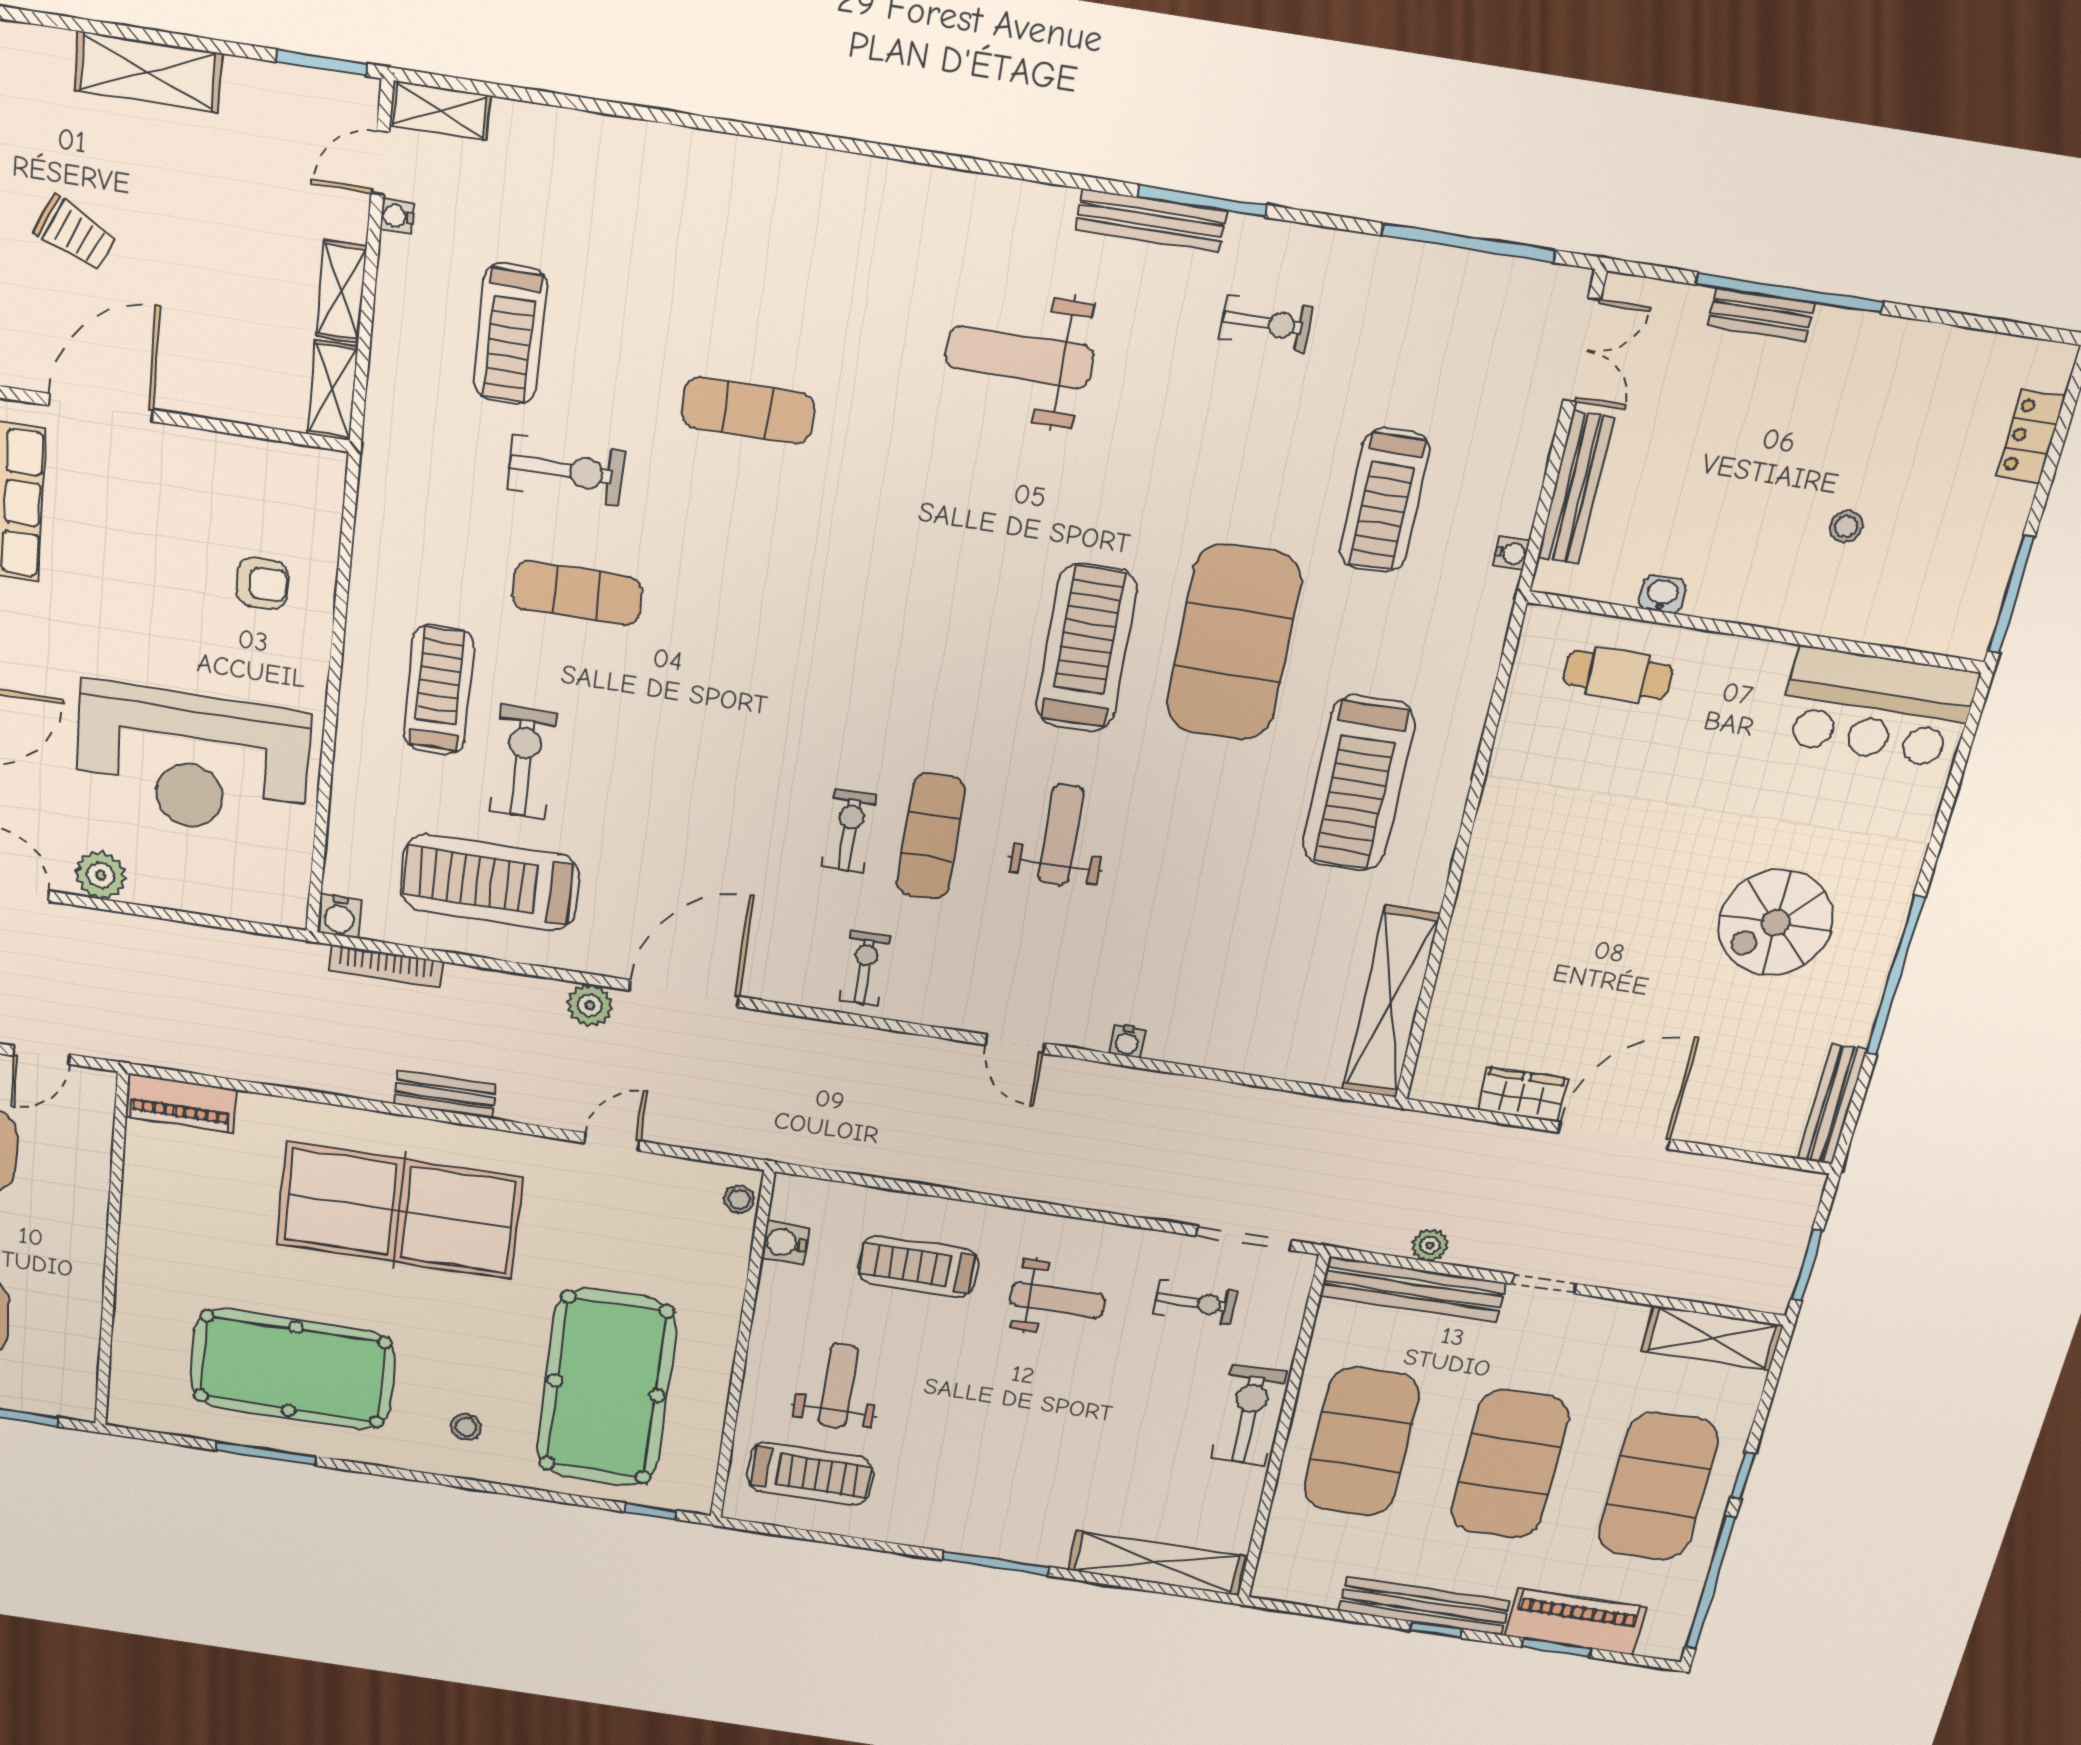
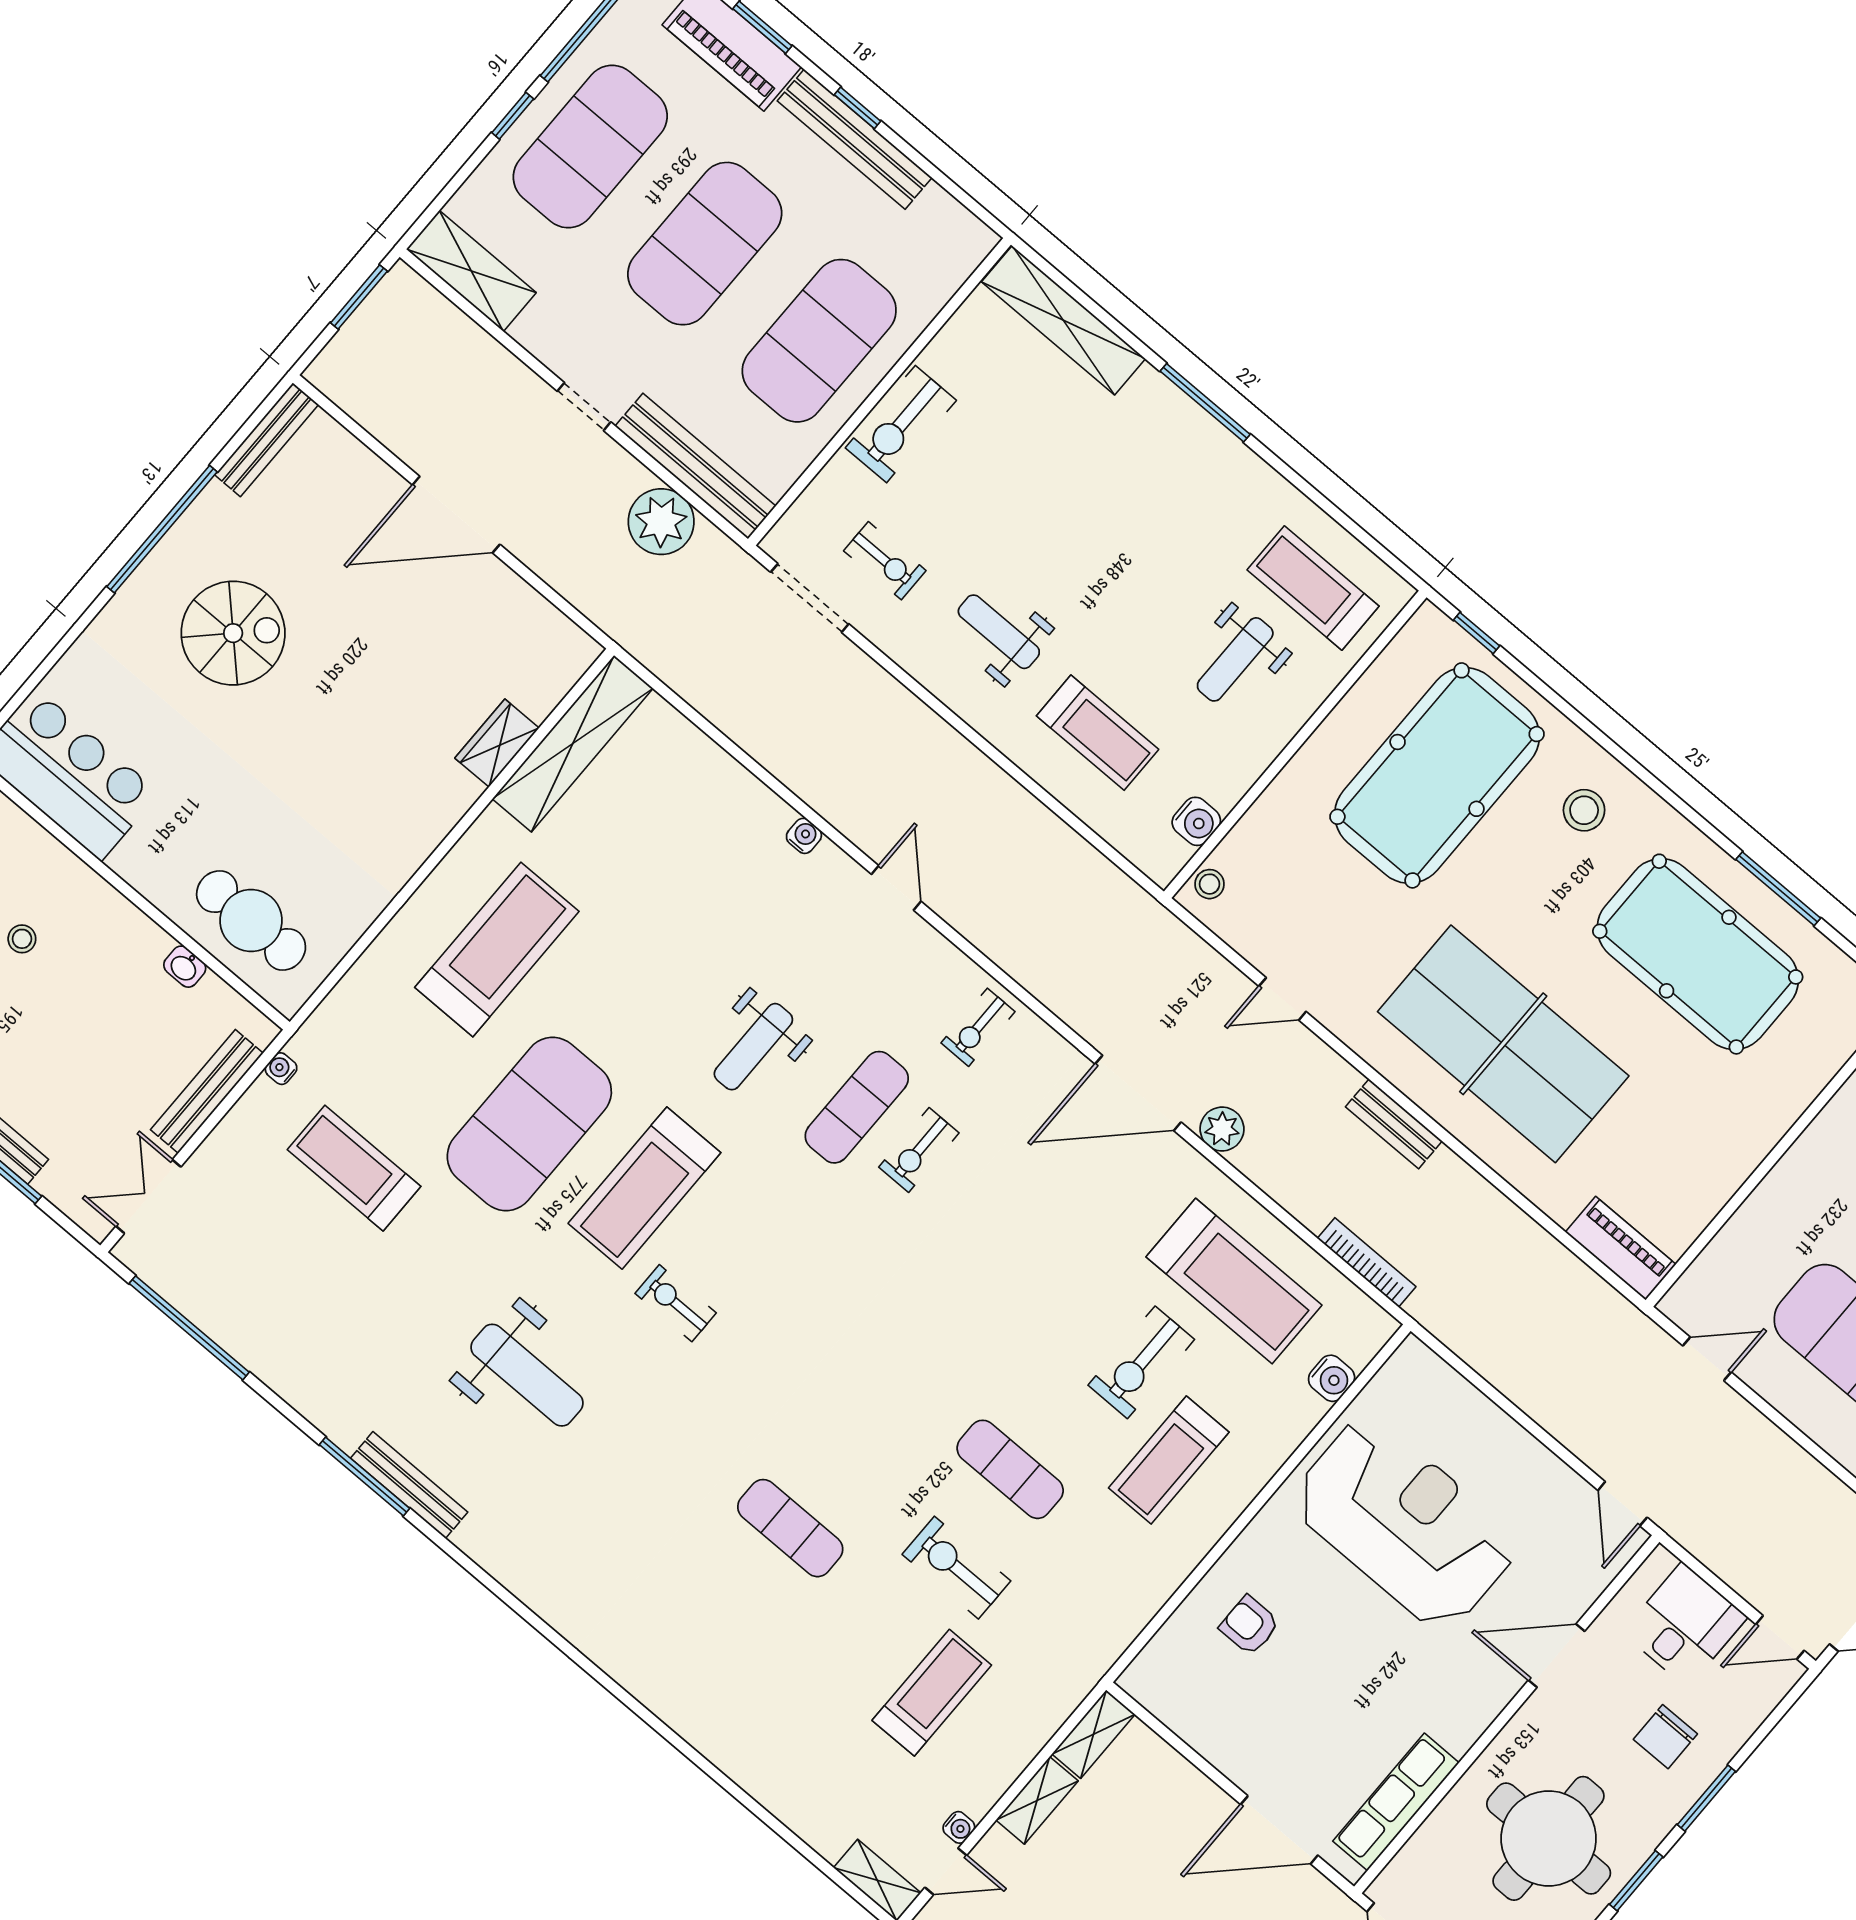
exercise bike: (1266, 323) -> (676, 1303), moved
weight bench: (1019, 357) -> (527, 1375), moved
treadmill: (1385, 501) -> (354, 1168), turned -90
cafe table: (1618, 675) -> (251, 920), width x1.37, depth x1.35
plant: (101, 875) -> (1546, 1477), removed
water cooler: (339, 916) -> (1332, 1378), moved, turned 90
wardrobe: (1522, 1095) -> (497, 743), moved, turned 90
plant: (1430, 1245) -> (661, 522), width x1.87, depth x1.87
exercise bike: (1195, 1303) -> (885, 561), turned 180
stool: (466, 1427) -> (1584, 810), width x1.37, depth x1.37

